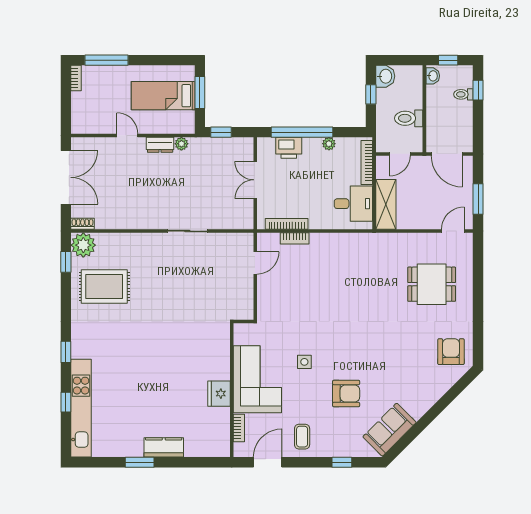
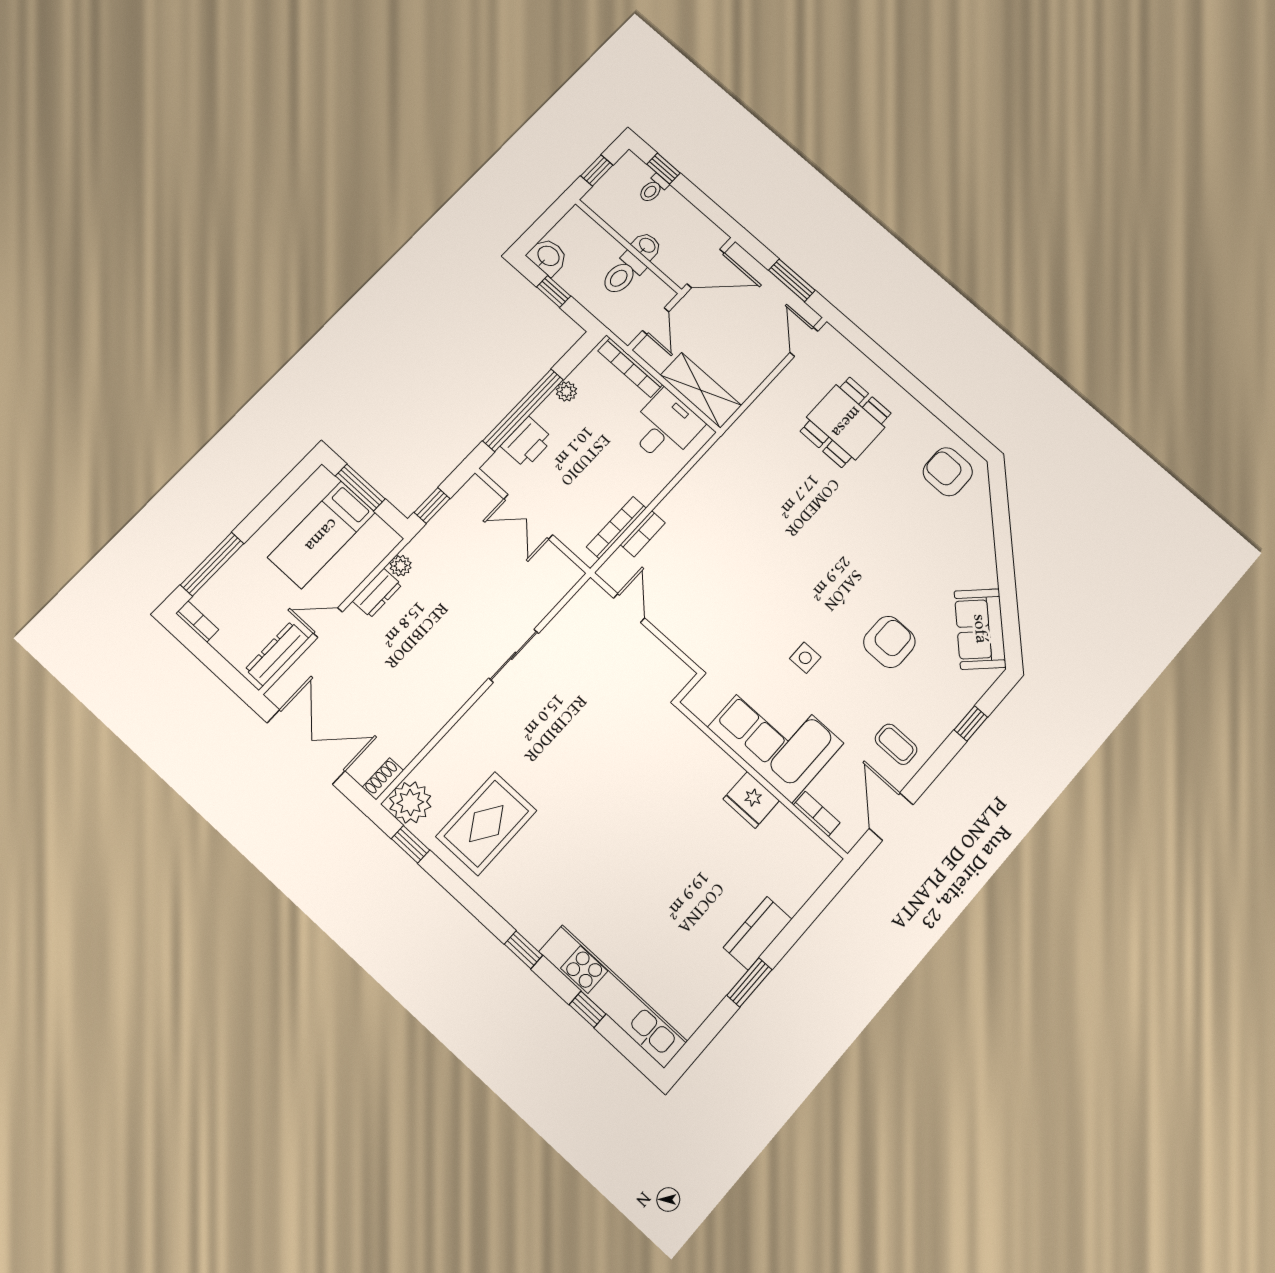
washbasin: (433, 76) -> (647, 246), moved
dresser: (94, 126) -> (277, 654), added

